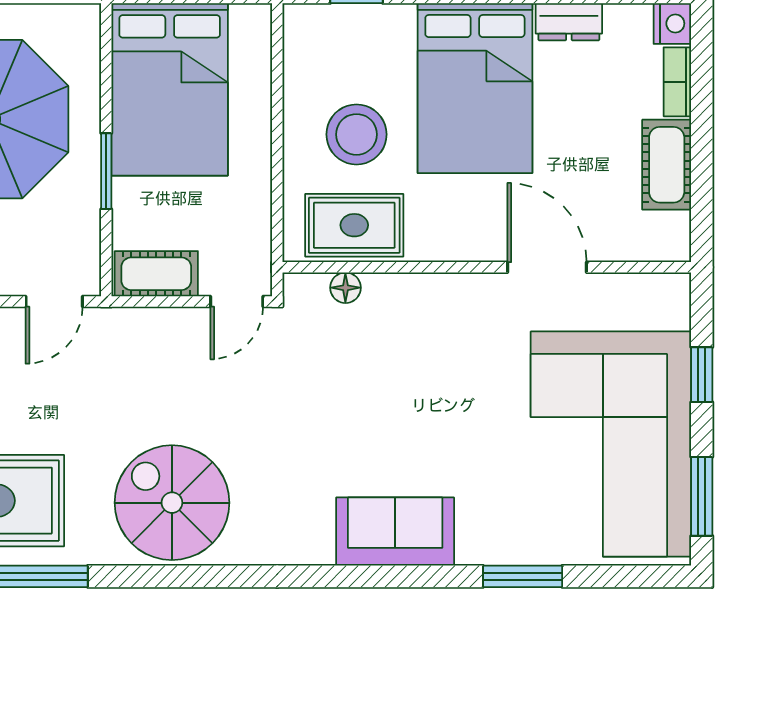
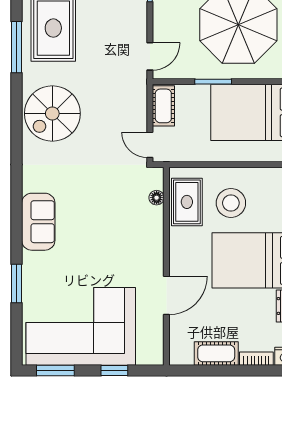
door: (54, 301) -> (150, 56), swing flipped
spiral stairs: (172, 503) -> (52, 114), turned 180

